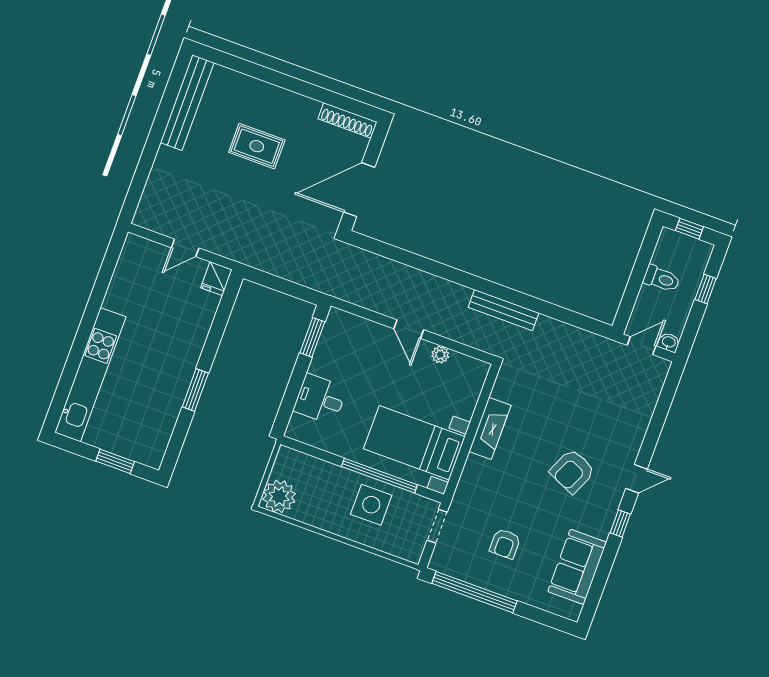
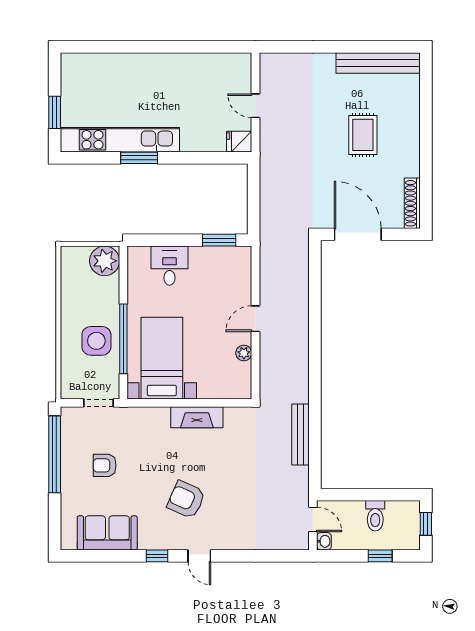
bench: (503, 310) -> (301, 435), moved
kitchen unit: (90, 375) -> (120, 140), moved, turned 180
plant: (279, 496) -> (105, 261), moved

